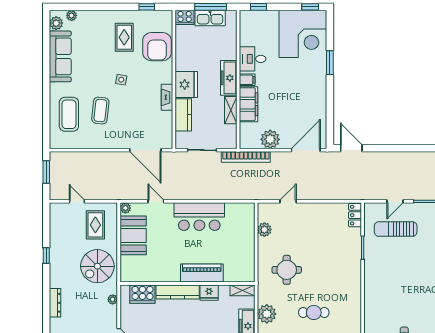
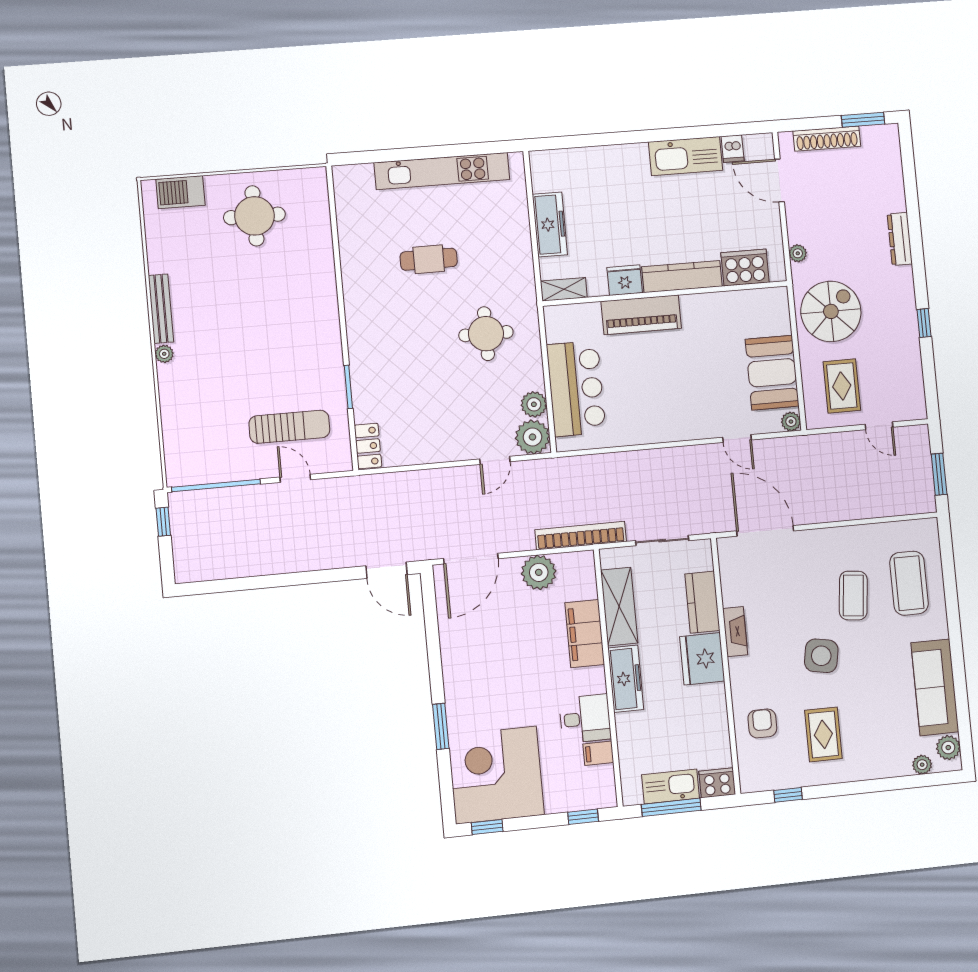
armchair: (157, 47) -> (762, 723), width x0.53, depth x0.53
side table: (121, 80) -> (821, 656), width x1.87, depth x1.87
filing cabinet: (247, 80) -> (598, 753), moved
shelving: (231, 110) -> (619, 606), width x1.50, depth x1.33
door: (395, 201) -> (295, 478), hinge flipped
bar counter: (199, 217) -> (576, 389), moved, turned 90
plant: (267, 314) -> (533, 437), moved

